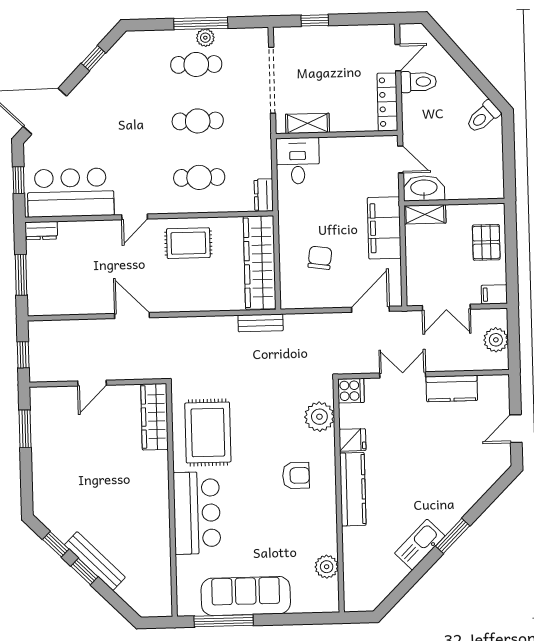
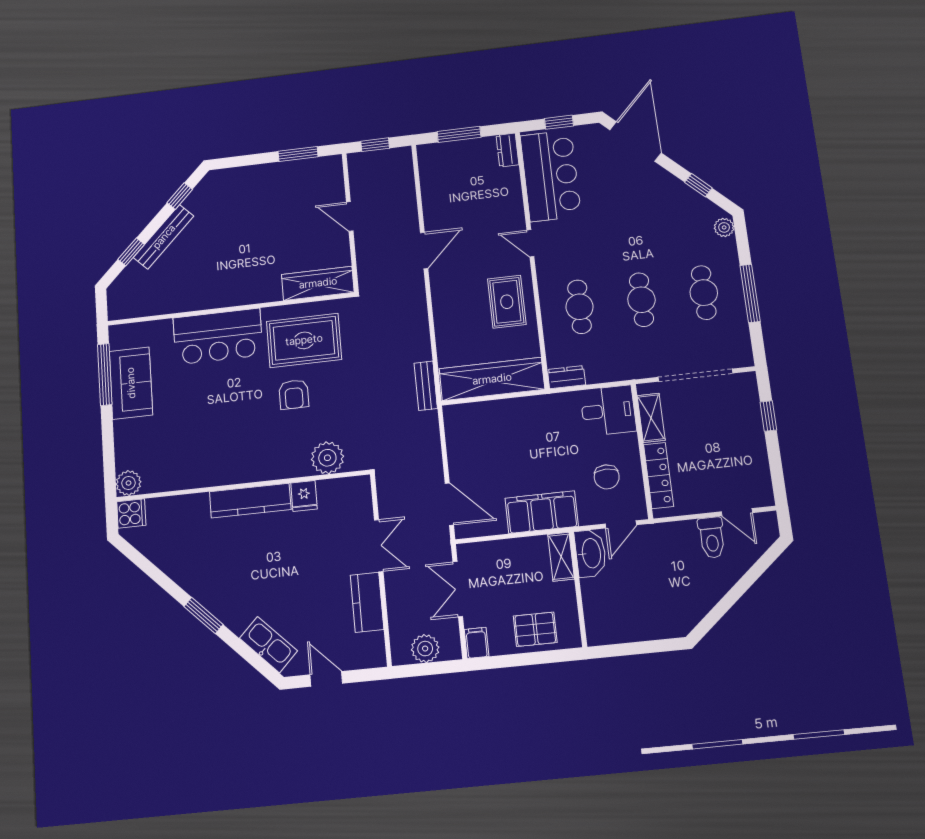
plant: (205, 38) -> (724, 227), moved
locker: (387, 102) -> (659, 475), moved, turned 90
toilet: (483, 117) -> (679, 615), removed
chair: (320, 258) -> (607, 477), moved, turned 82
cooker: (351, 391) -> (131, 513), moved, turned -90
armchair: (296, 475) -> (294, 394), moved
kitchen sink: (420, 545) -> (268, 645), moved
plant: (327, 567) -> (128, 483), moved
window: (84, 571) -> (131, 252), moved
sofa: (246, 596) -> (131, 383), width x0.73

